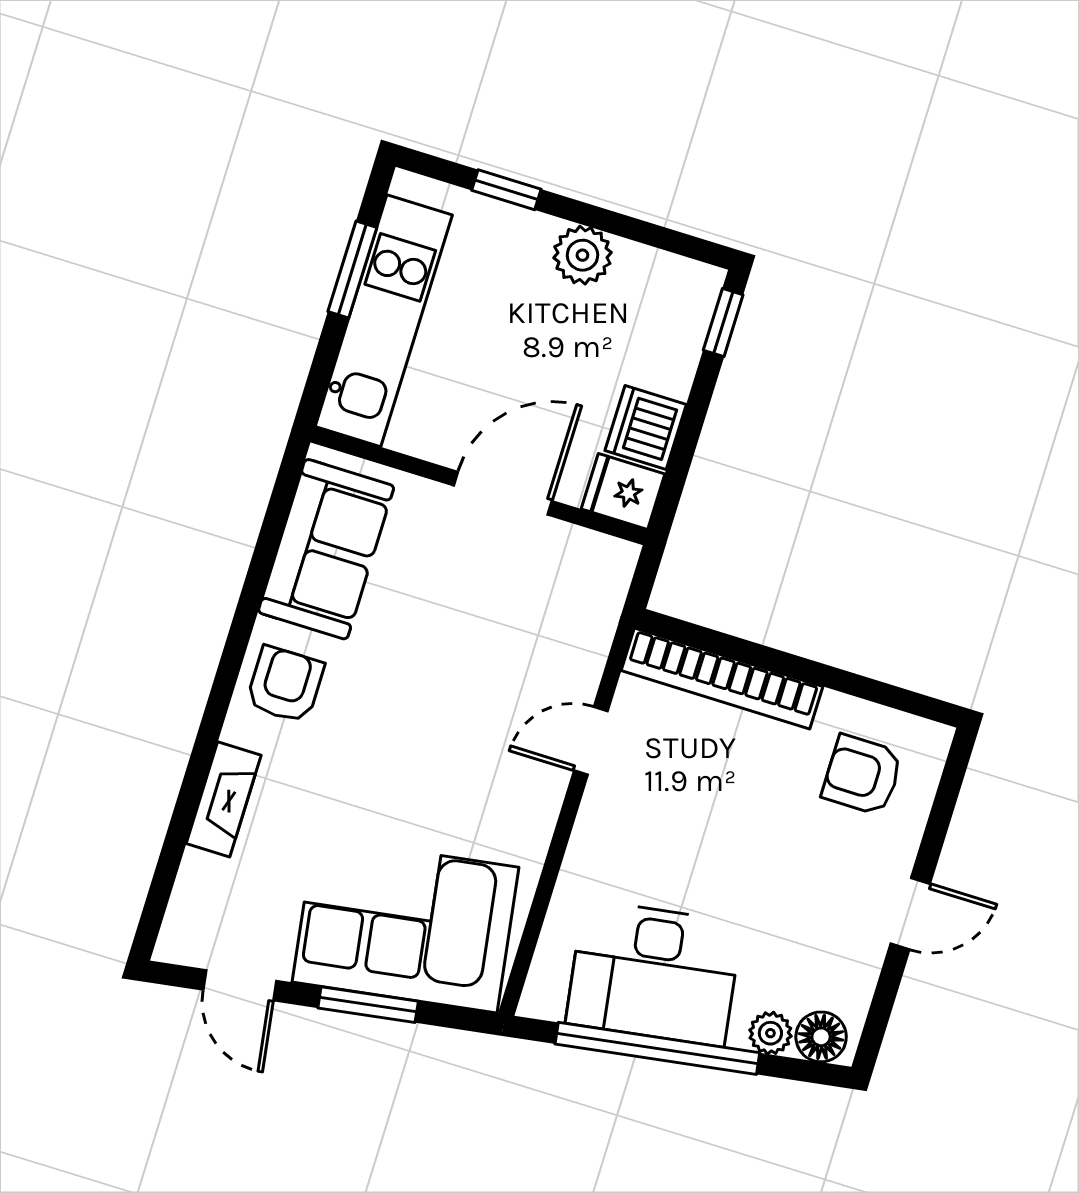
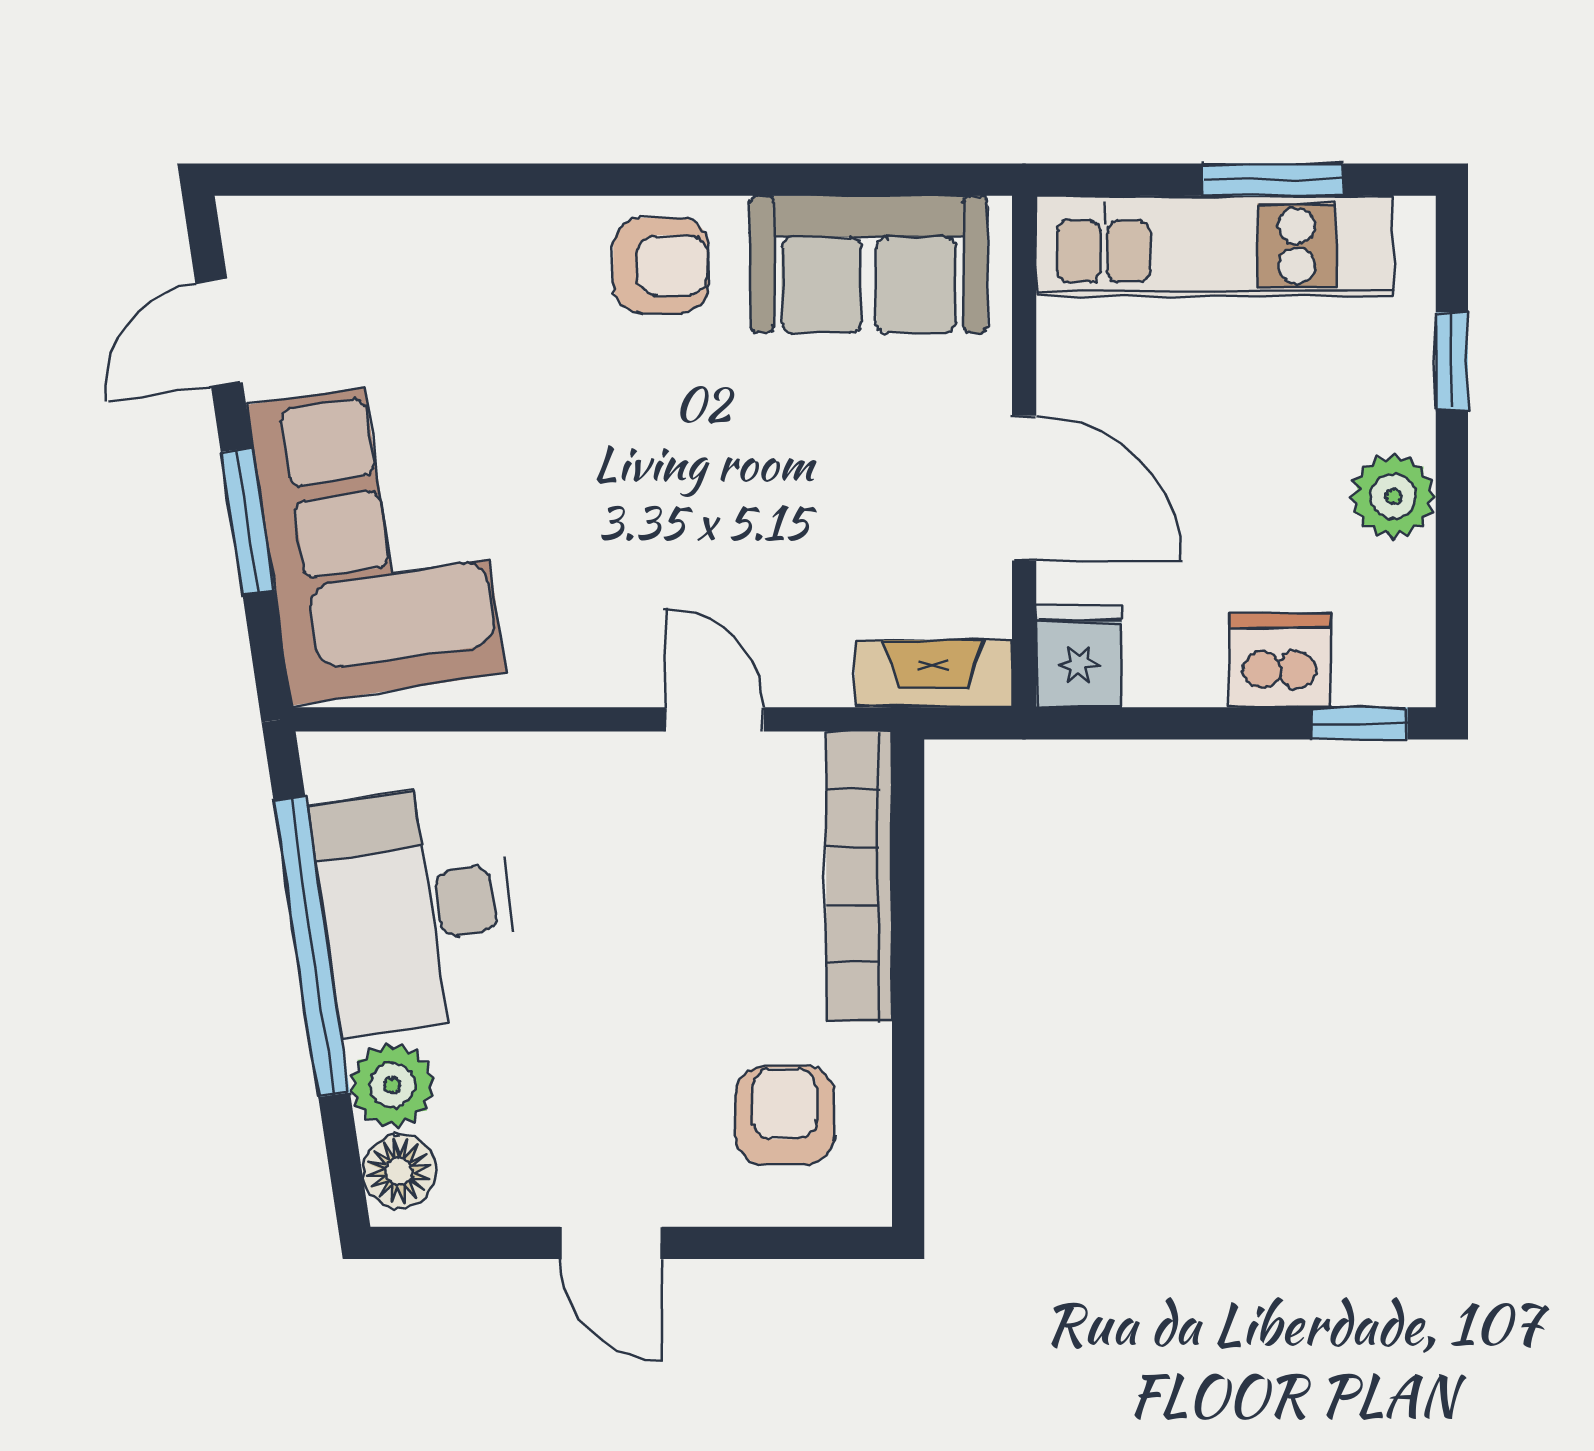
dishwasher: (646, 427) -> (1280, 660), moved
fireplace: (224, 799) -> (934, 674), moved, turned 180
plant: (770, 1033) -> (392, 1085), width x1.38, depth x1.38

